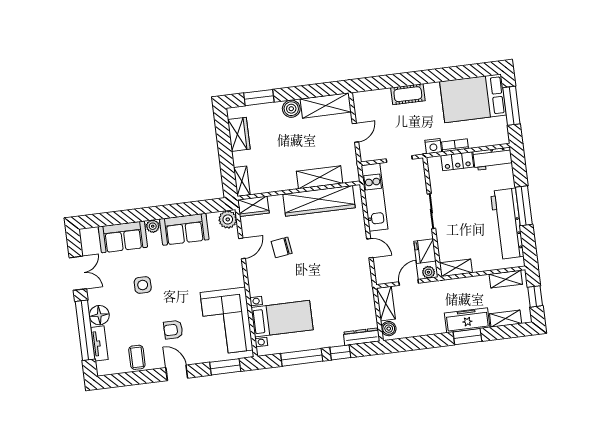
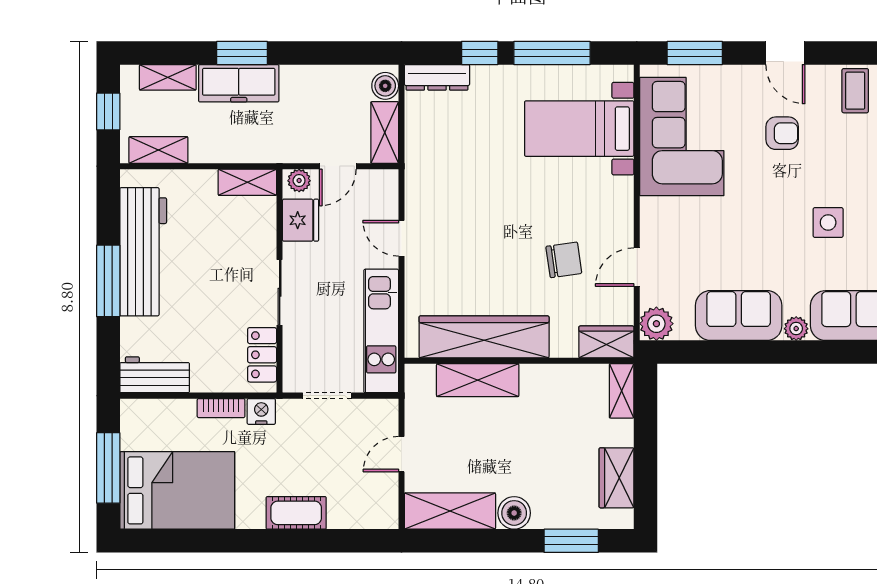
locker: (457, 161) -> (262, 355), moved, turned -90

